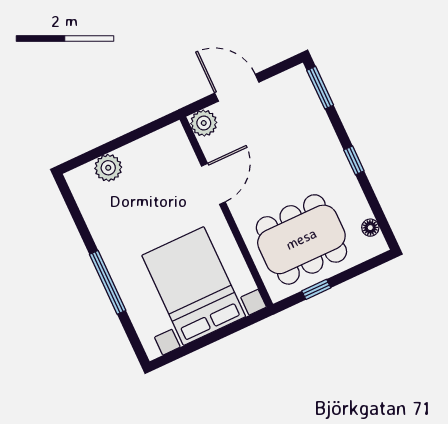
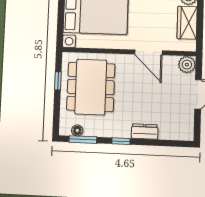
window: (320, 88) -> (83, 140), moved
dresser: (324, 135) -> (145, 132), added
wardrobe: (146, 152) -> (187, 23), added

